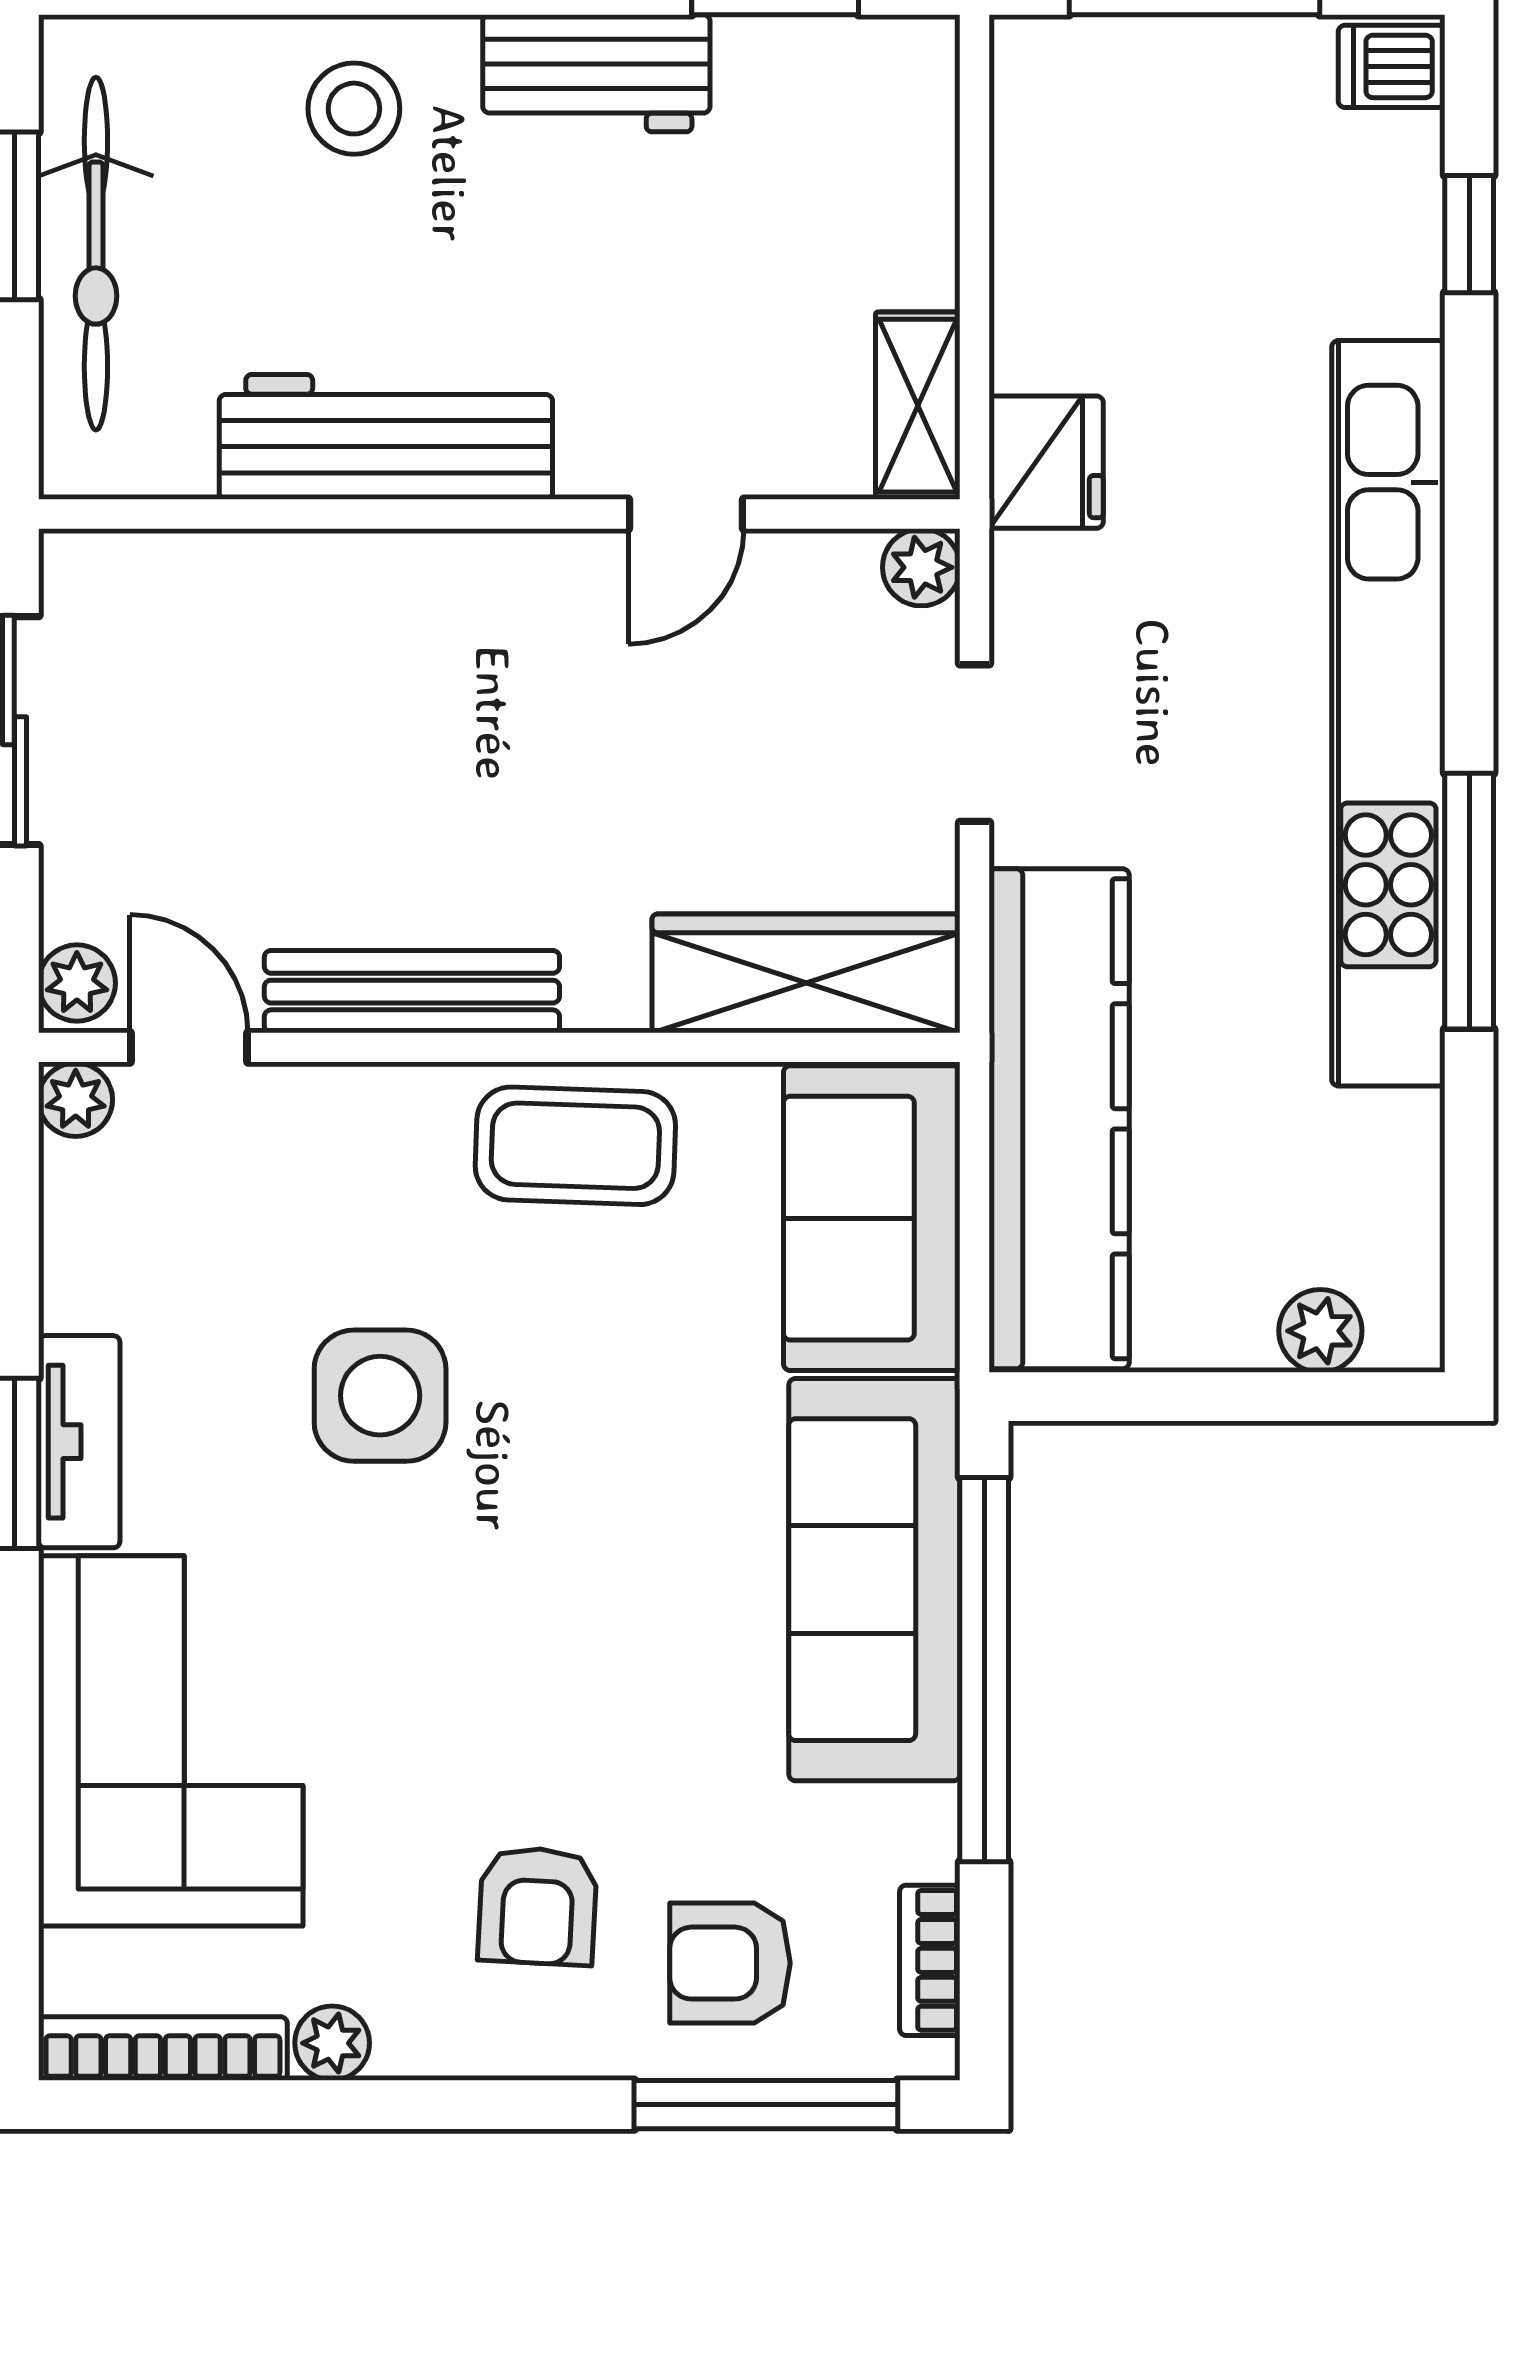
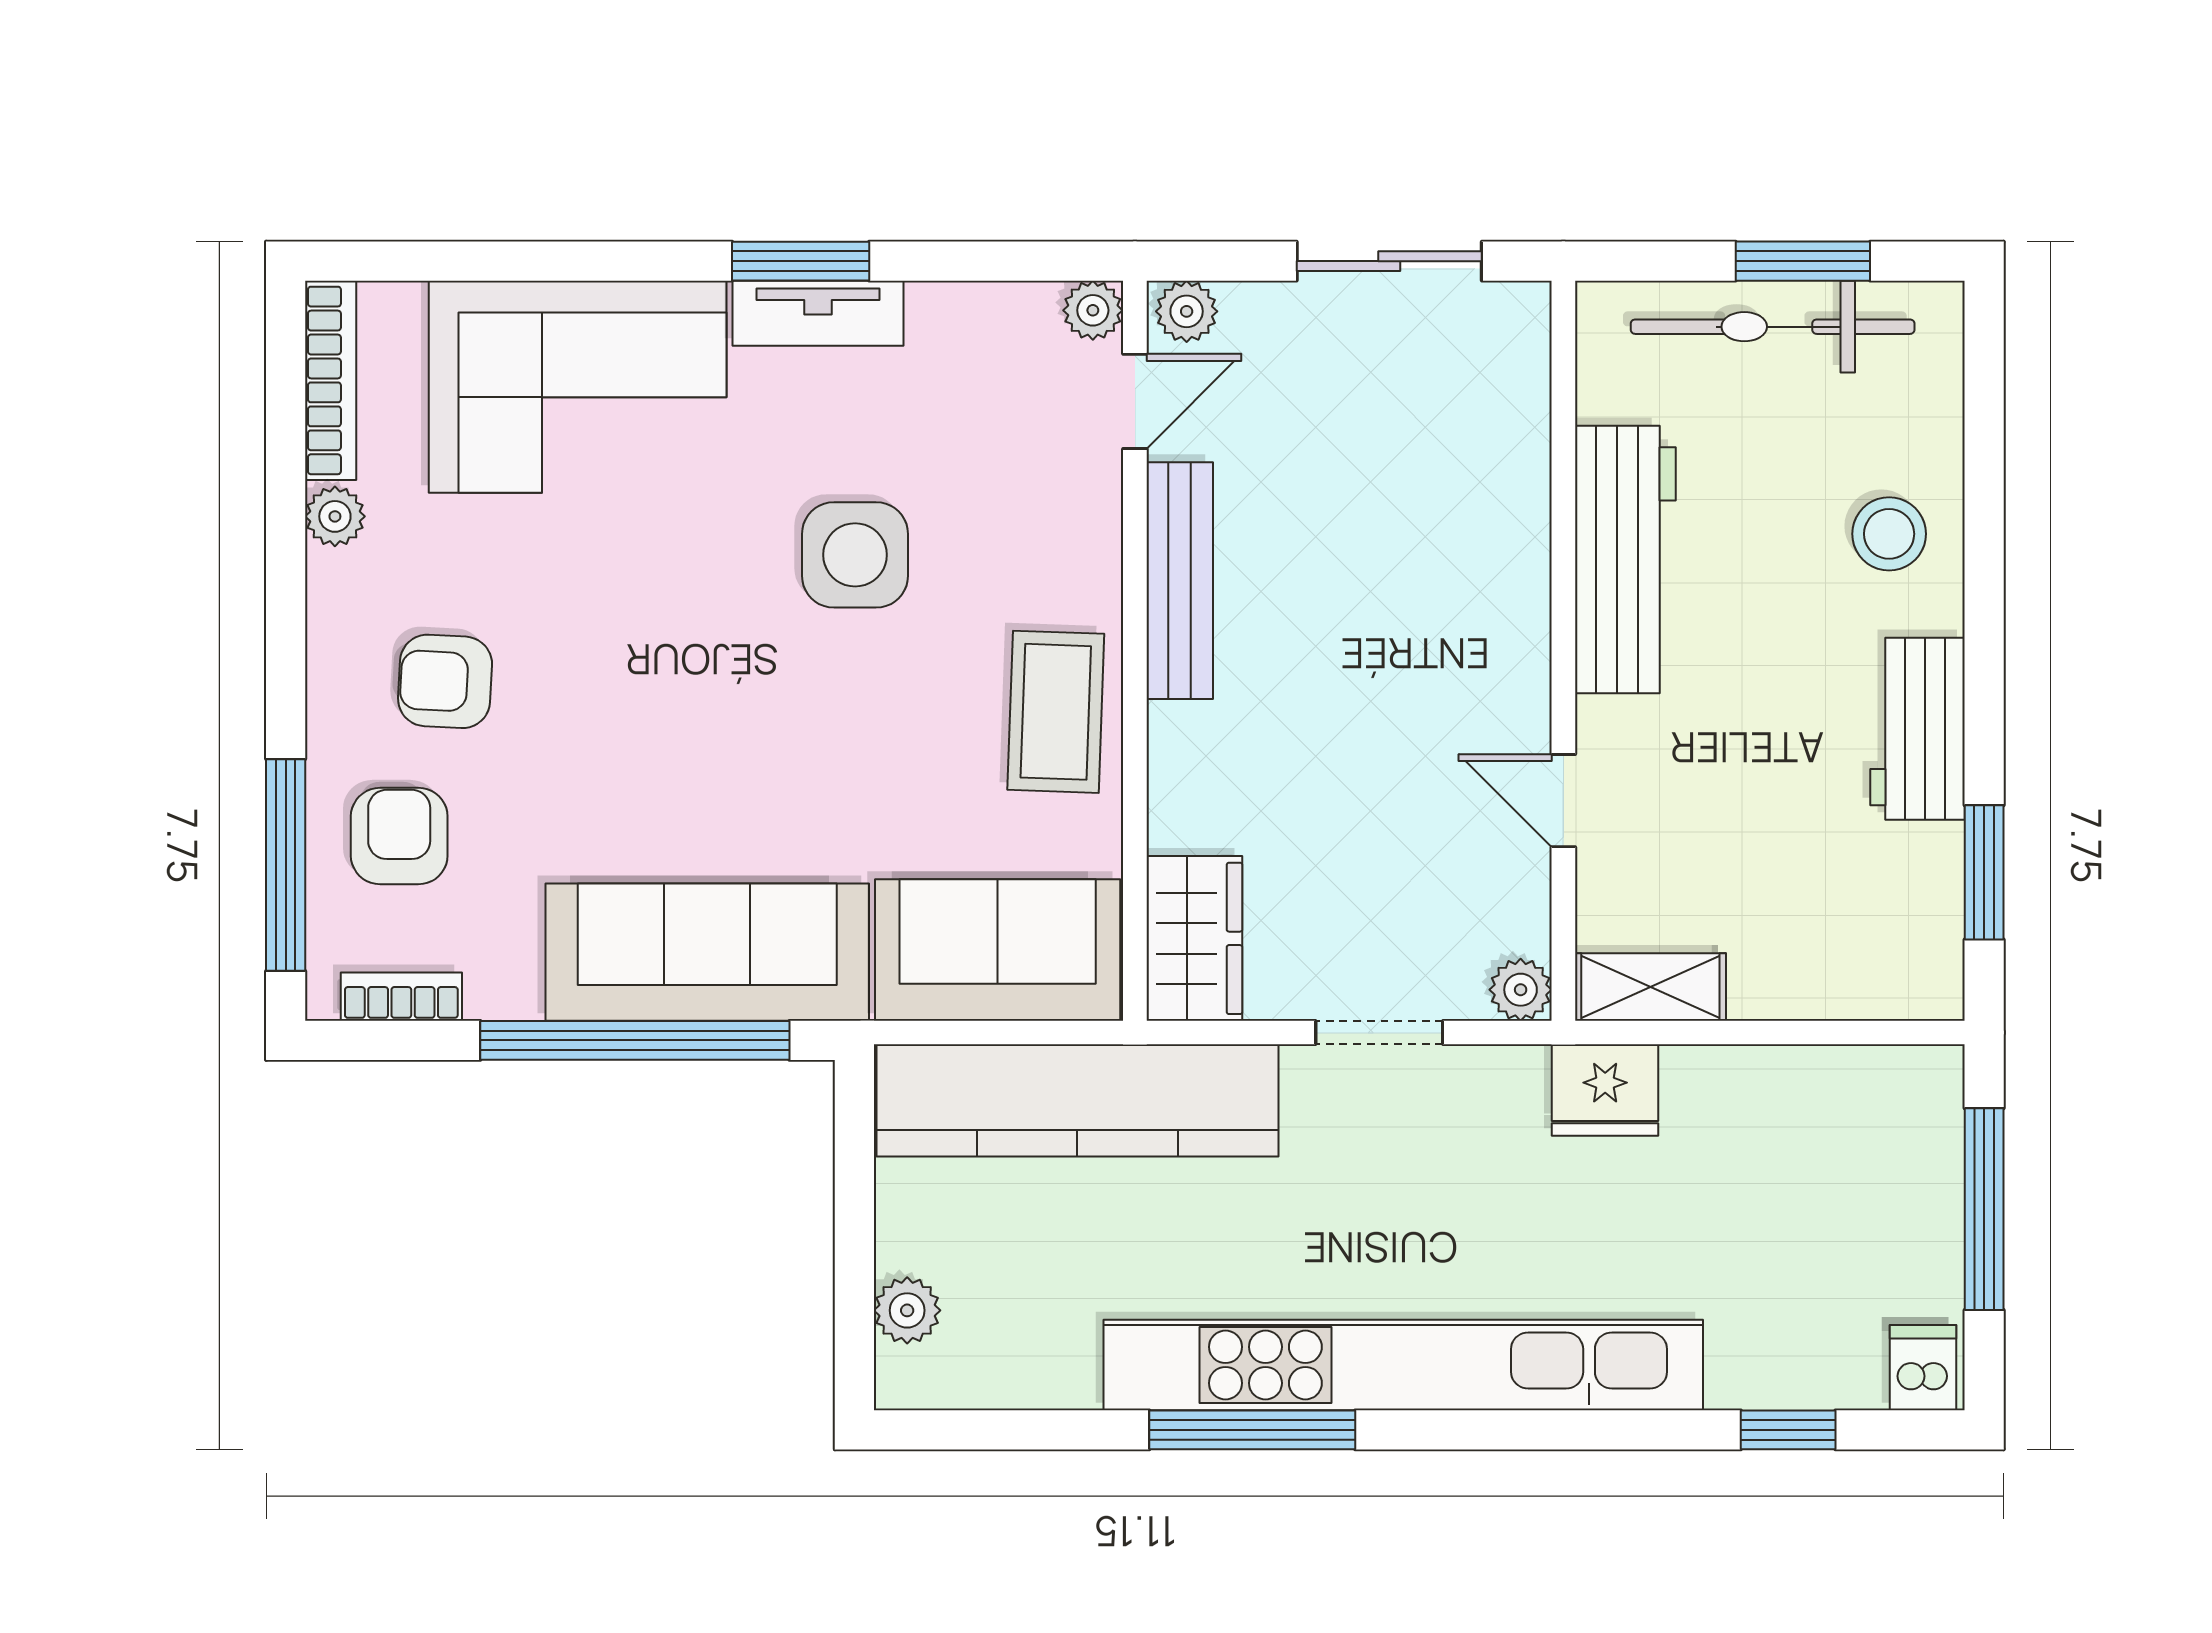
wardrobe: (806, 973) -> (1194, 938), width x0.67

